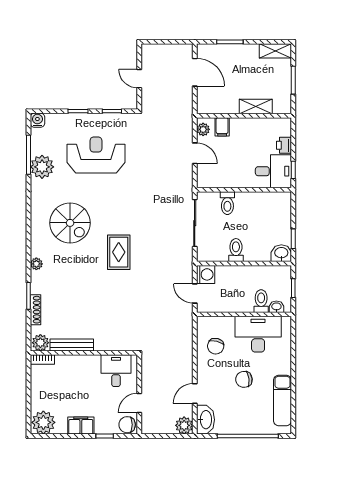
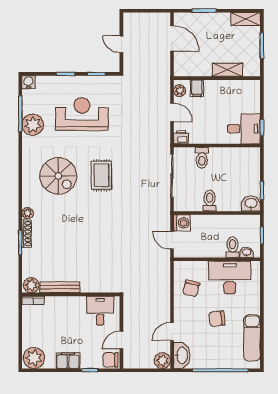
printer: (284, 145) -> (181, 137), moved, turned 90
rug: (119, 252) -> (101, 175), moved
shoe rack: (35, 310) -> (27, 234), moved

